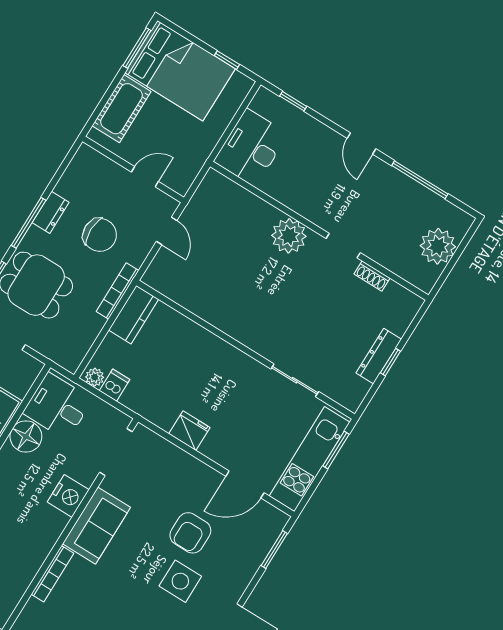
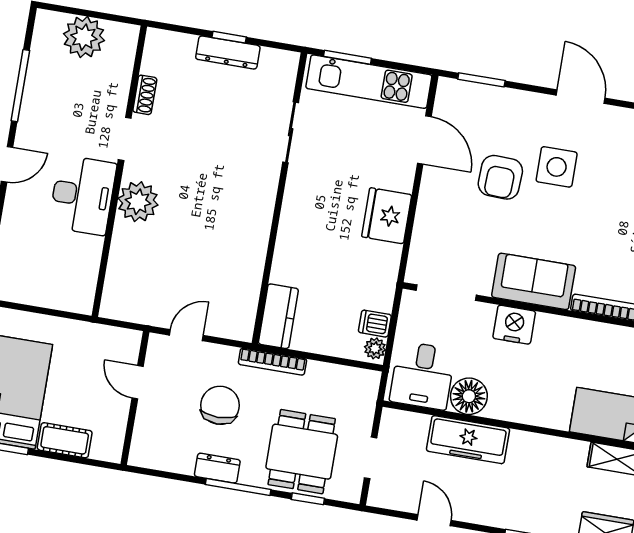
cot: (122, 109) -> (65, 440), width x0.73, depth x0.75
desk: (251, 148) -> (83, 195), moved, turned -90
kitchen counter: (134, 315) -> (278, 316), moved, turned 90
fridge: (189, 431) -> (387, 216), width x1.36, depth x1.34
armchair: (190, 533) -> (500, 177), turned 92

